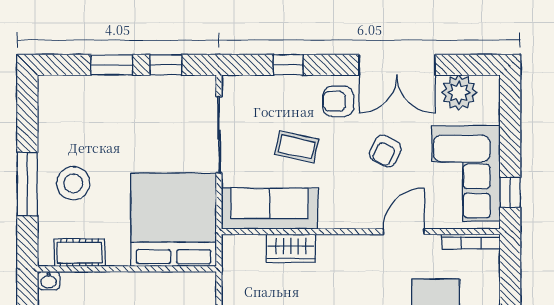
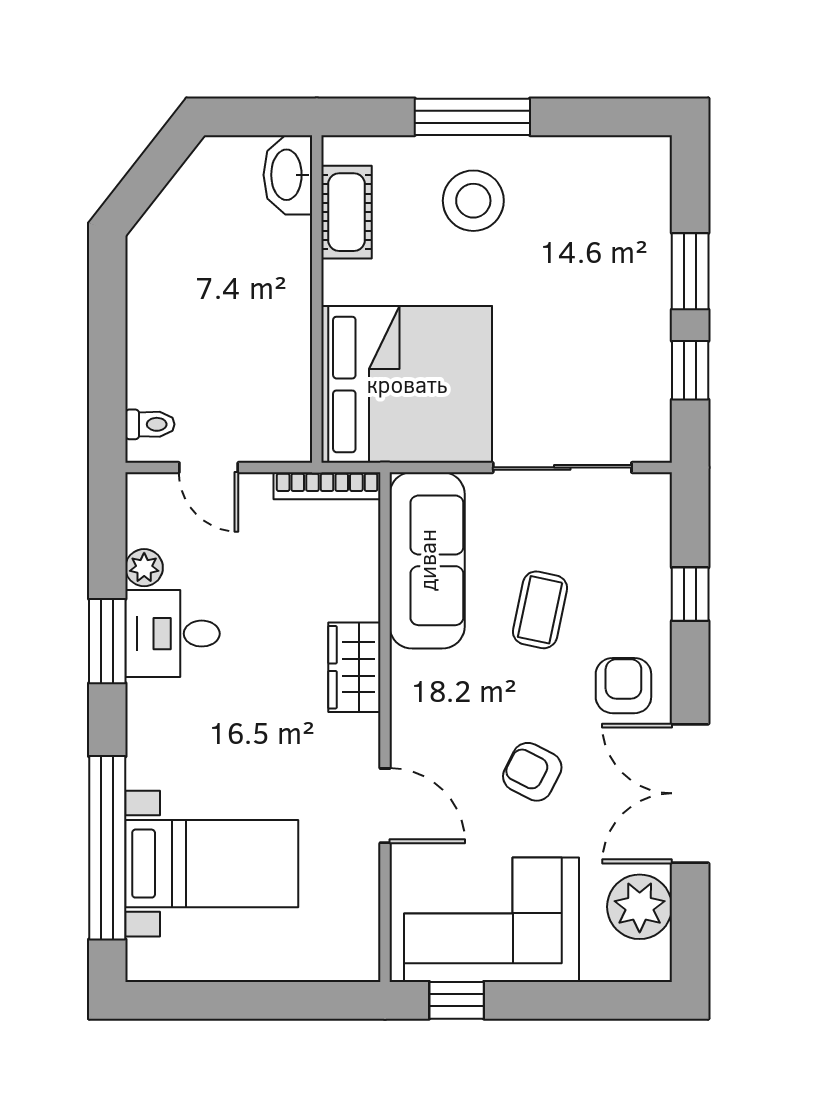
bookcase: (471, 242) -> (327, 486), moved, turned -90
wardrobe: (291, 248) -> (354, 667), moved
washbasin: (49, 281) -> (288, 175), width x1.91, depth x1.45

